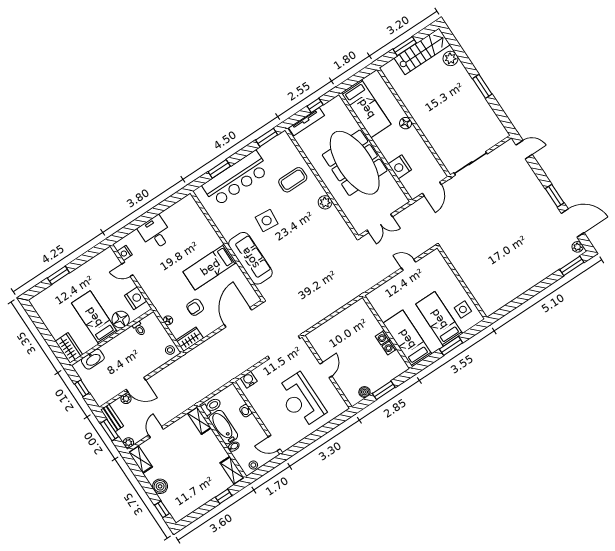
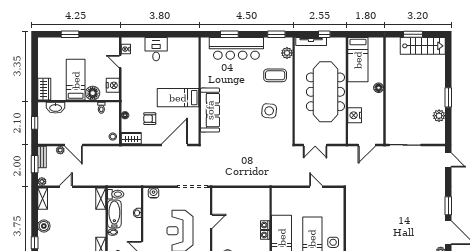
plant: (450, 58) -> (439, 116), moved
plant: (325, 202) -> (287, 53), moved
side table: (267, 221) -> (269, 111), moved

